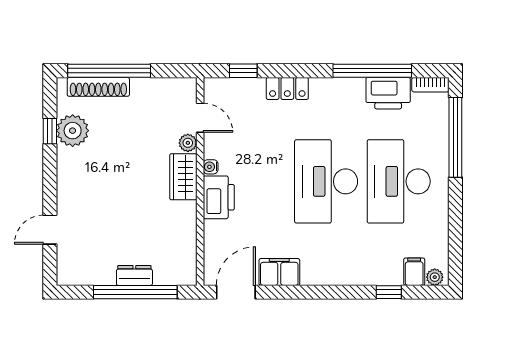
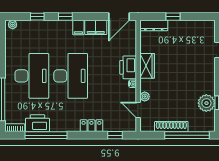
shoe rack: (98, 87) -> (171, 127), moved
wardrobe: (183, 177) -> (147, 66), moved
filing cabinet: (414, 272) -> (78, 28), moved
dresser: (134, 275) -> (154, 26), moved, width x1.44
window: (135, 292) -> (173, 17), width x0.32
window: (336, 292) -> (65, 17), added

